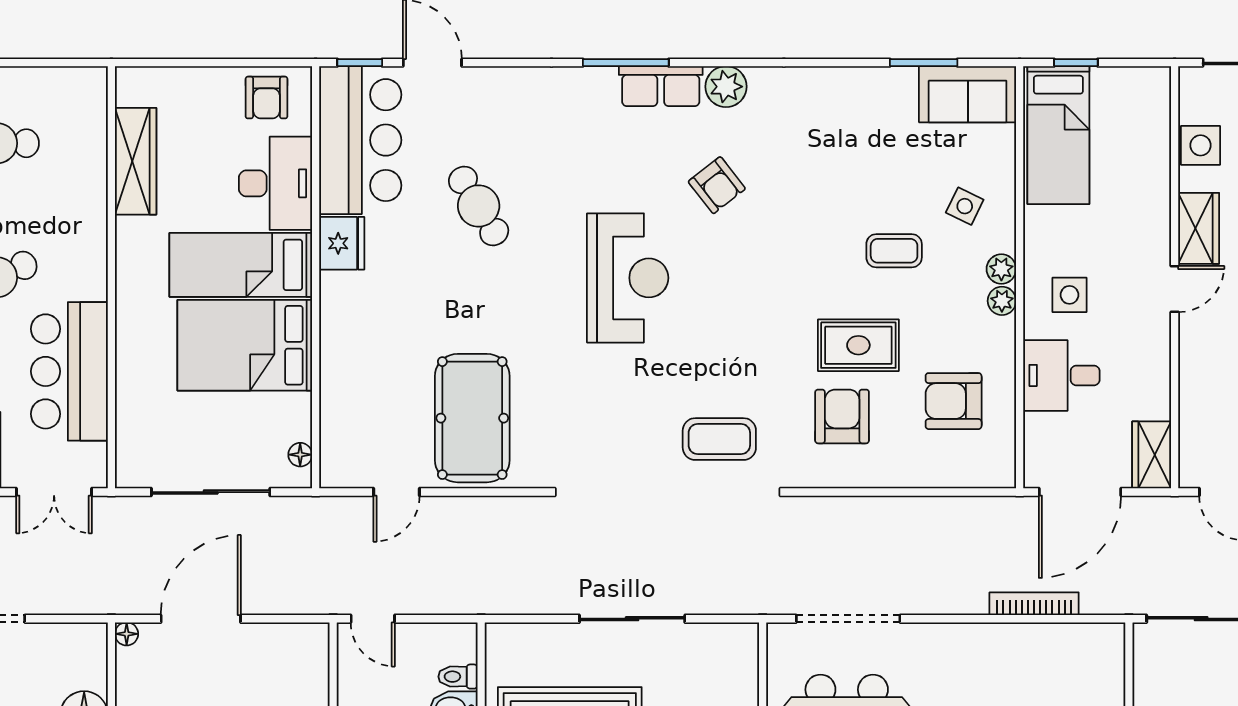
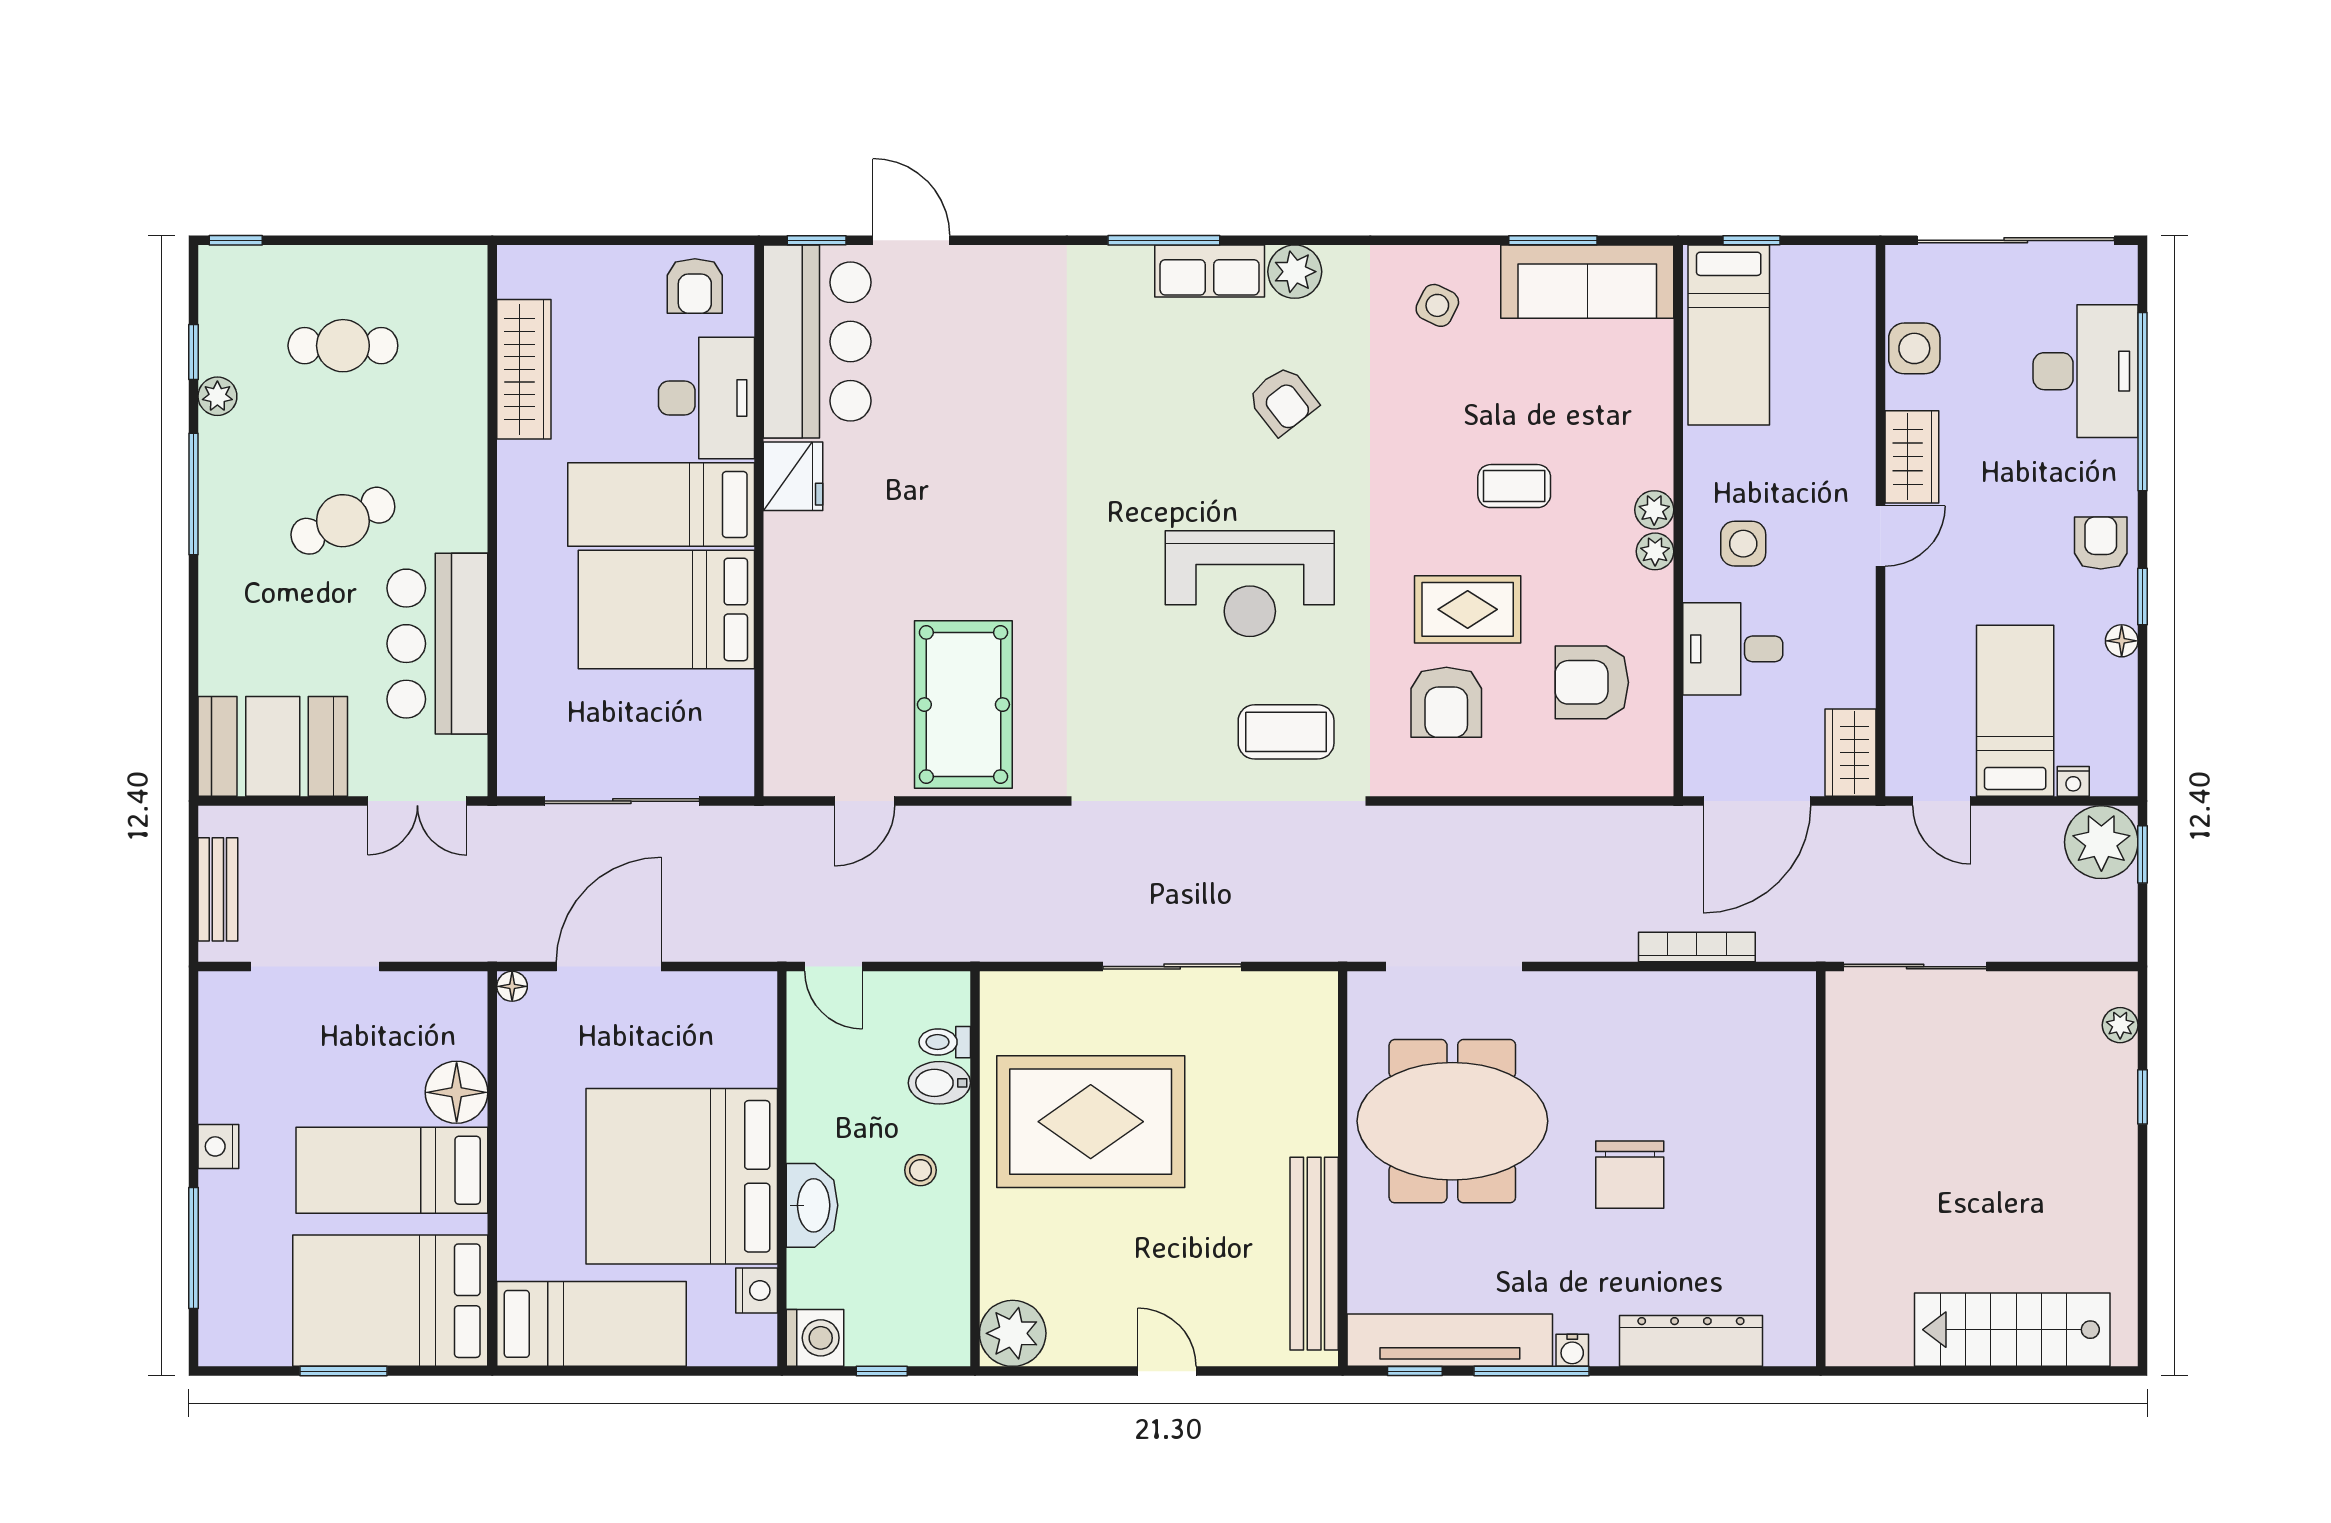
sofa: (968, 94) -> (1587, 282), width x1.36
cafe table: (479, 206) -> (972, 428), removed
side table: (965, 206) -> (1437, 305), moved
reception desk: (628, 278) -> (1250, 584), moved, turned 90
armchair: (842, 416) -> (1446, 702), turned 180
floor lamp: (300, 455) -> (739, 752), removed

